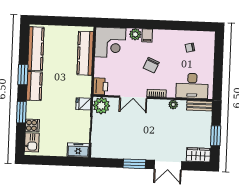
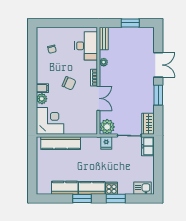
kitchen counter: (36, 49) -> (65, 188), width x0.67
printer: (100, 86) -> (90, 128), removed
cooker: (32, 125) -> (111, 188), moved
wardrobe: (198, 155) -> (148, 124), moved

